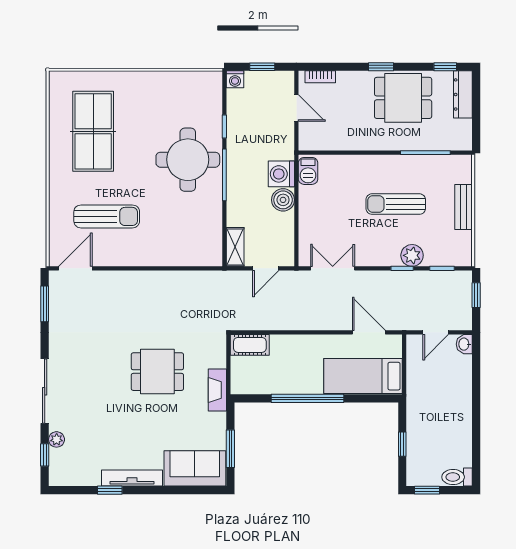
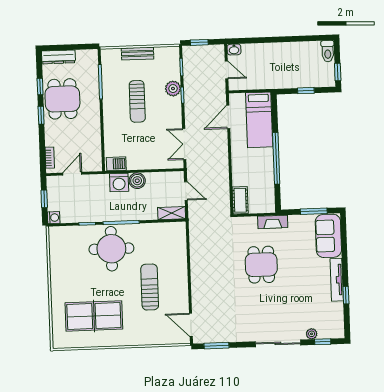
window: (445, 67) -> (40, 87), moved
sun lounger: (107, 216) -> (150, 287), moved

